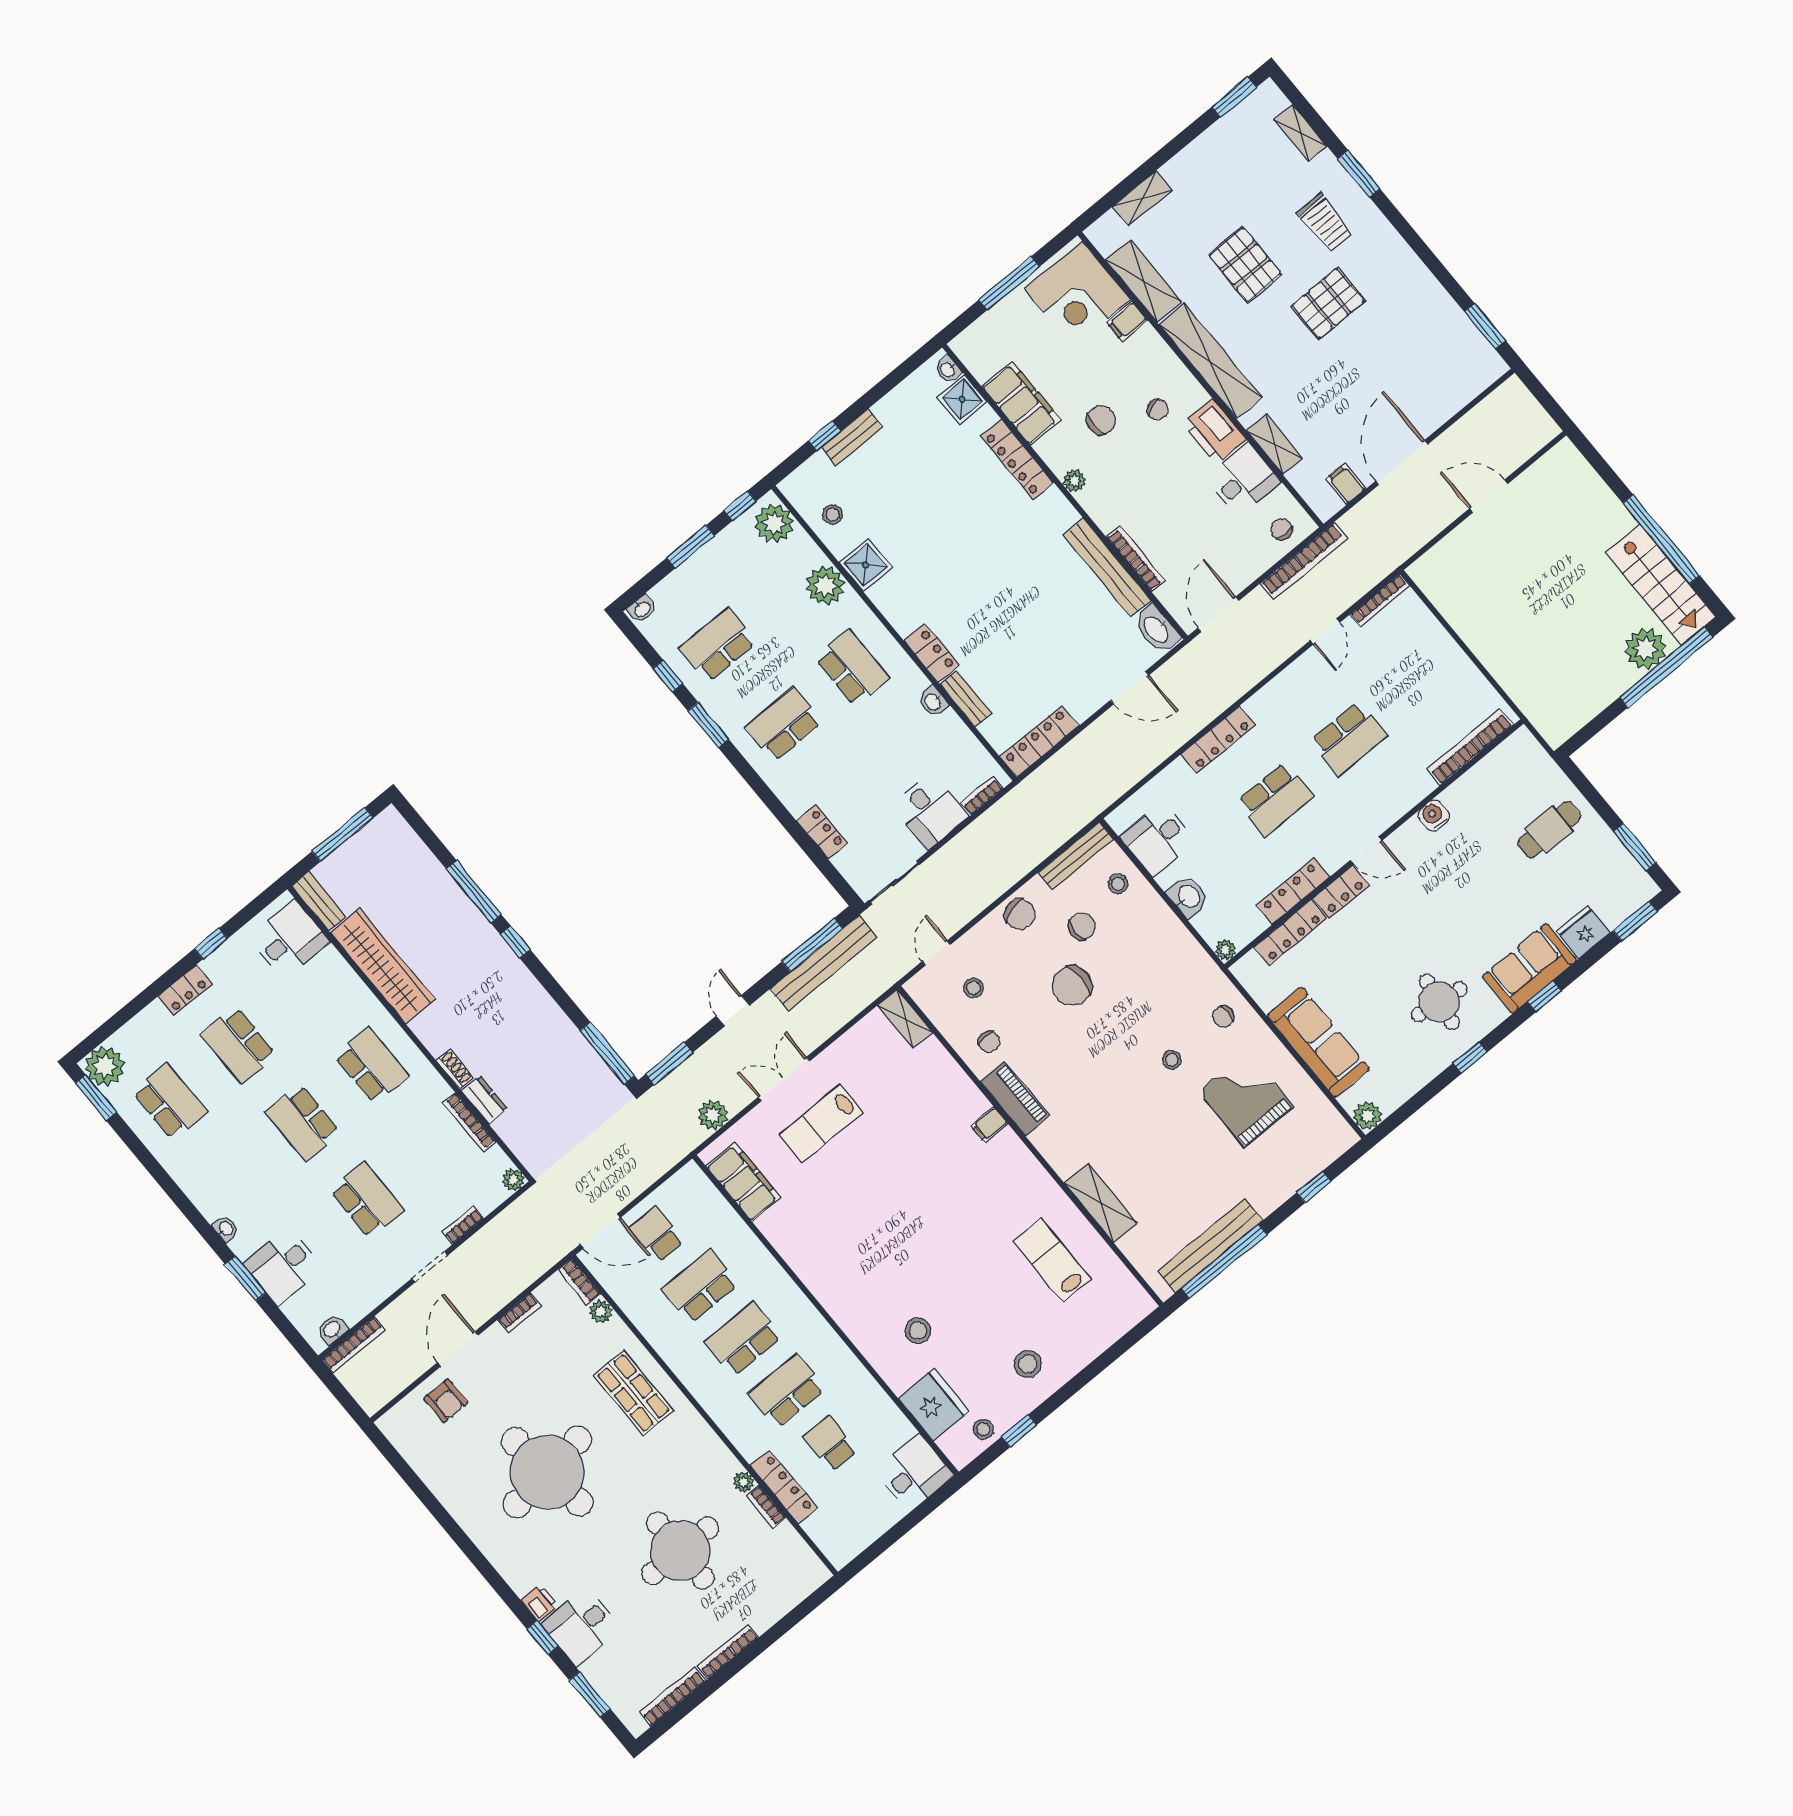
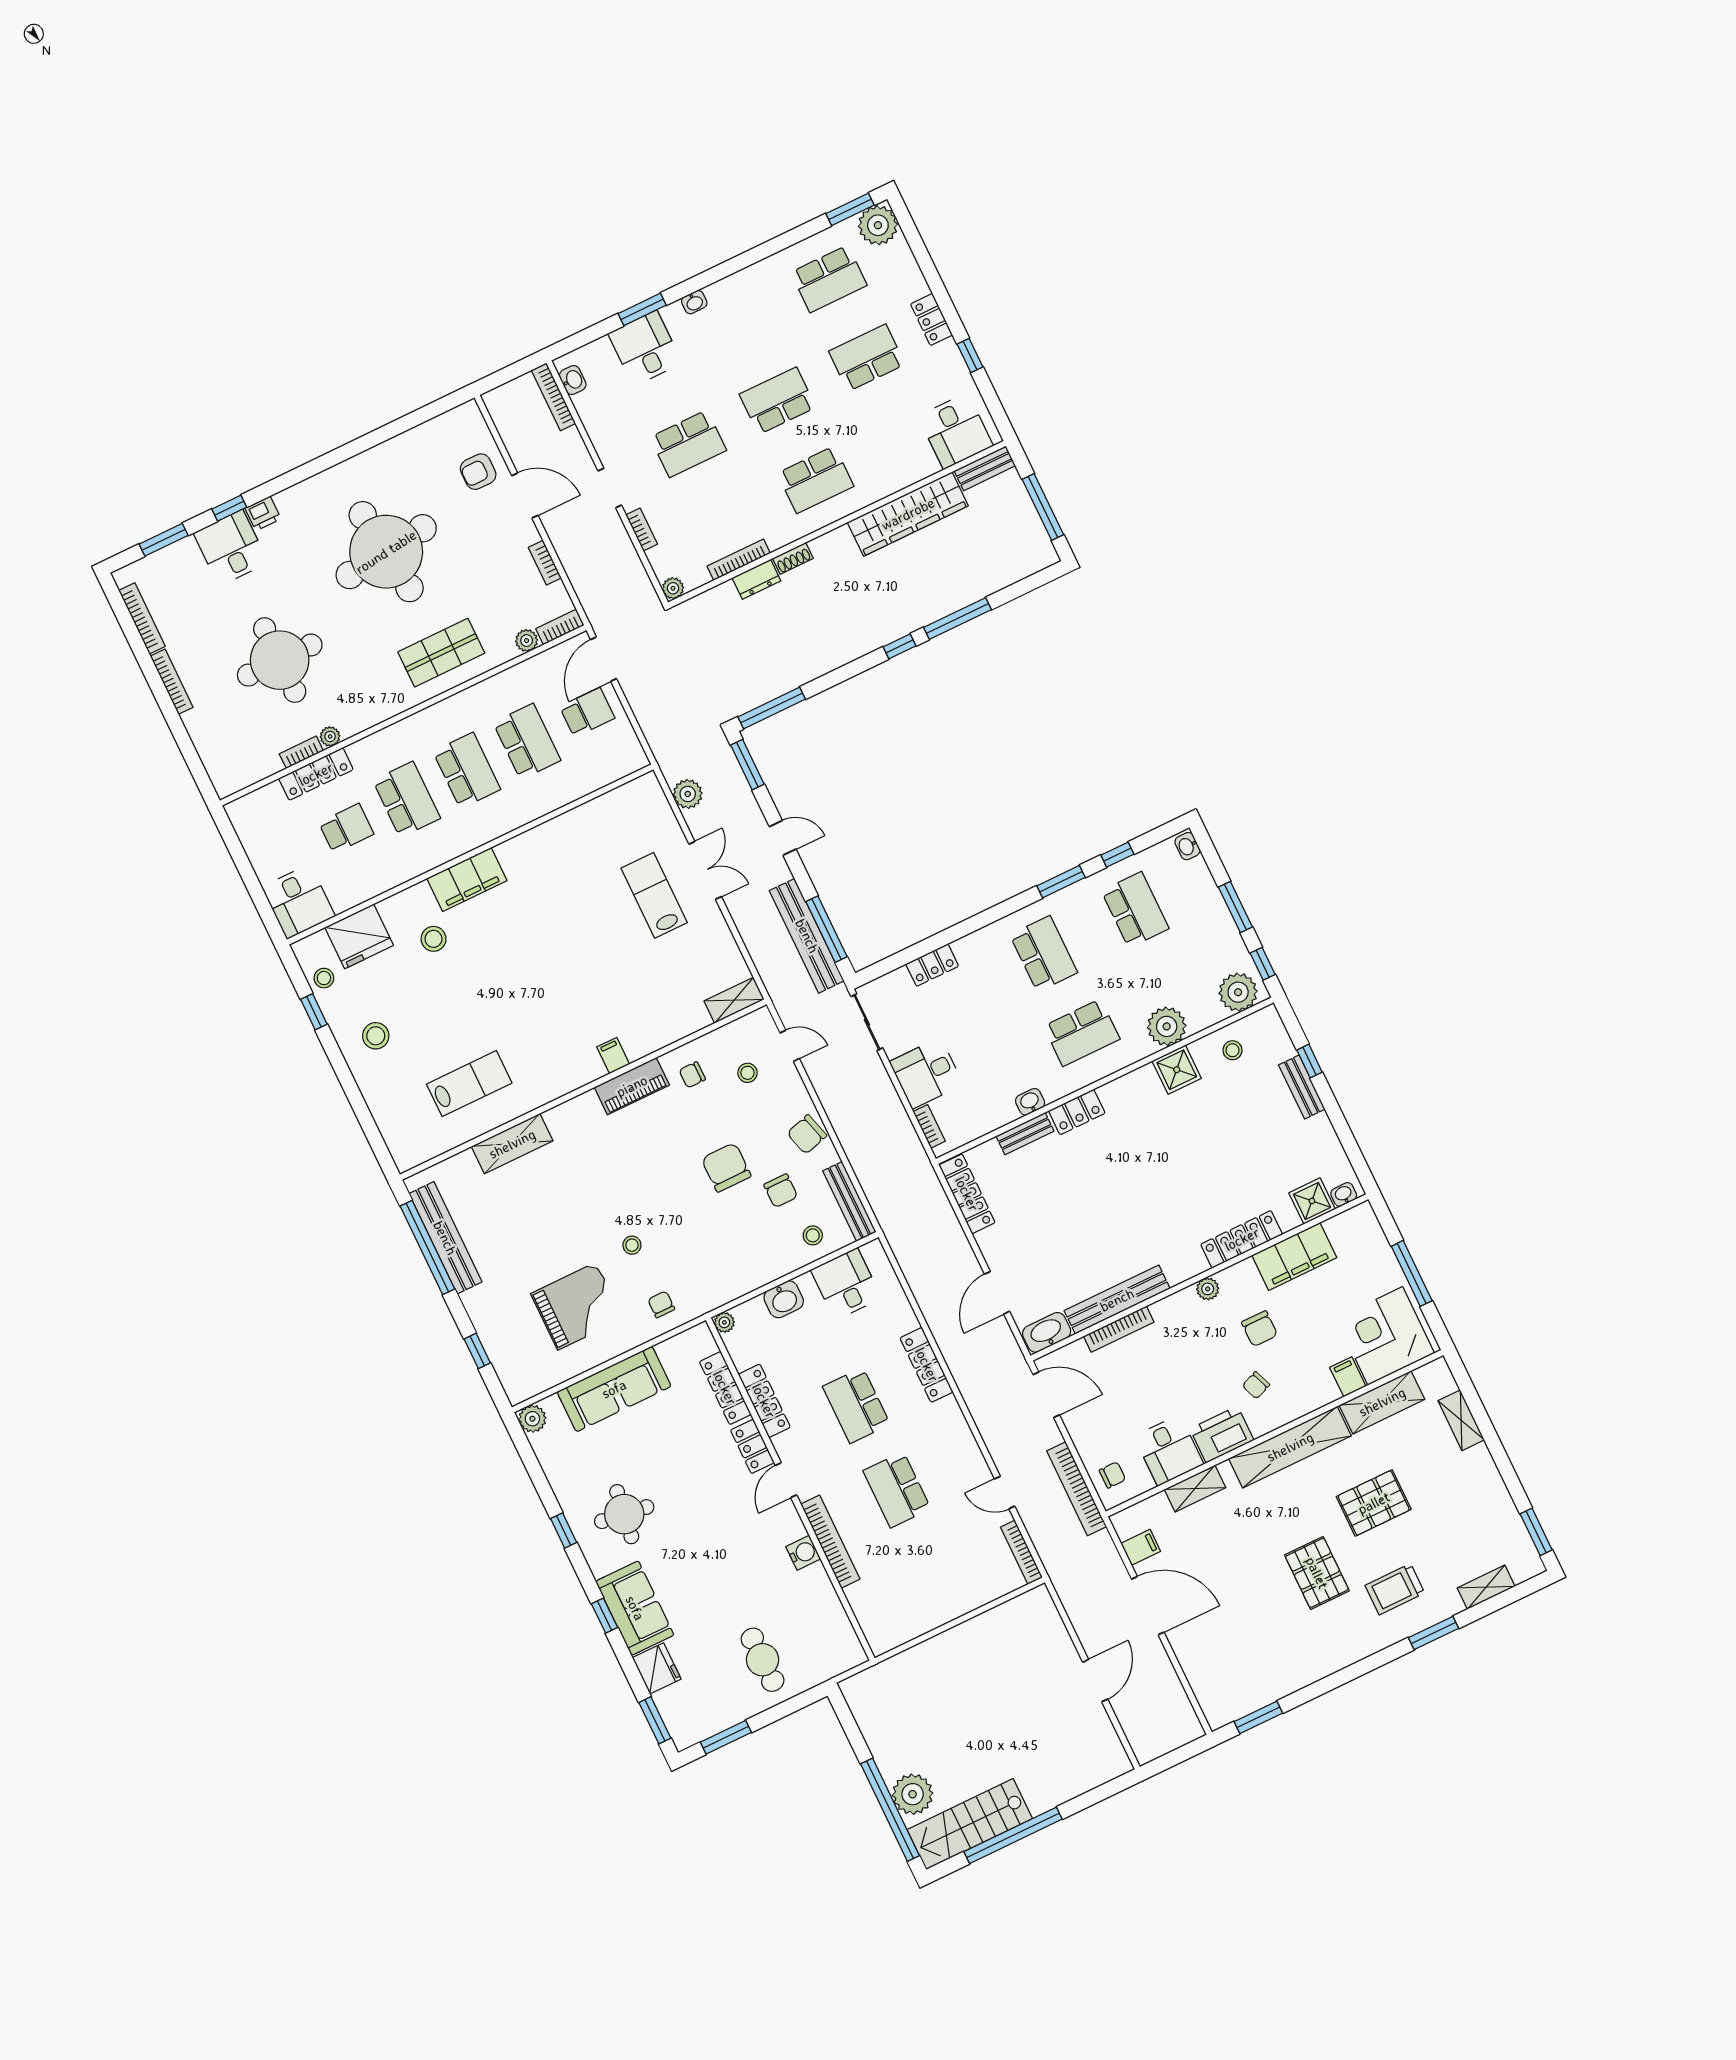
bookcase: (1470, 747) -> (830, 1542), moved
filing cabinet: (743, 1182) -> (467, 880), moved

